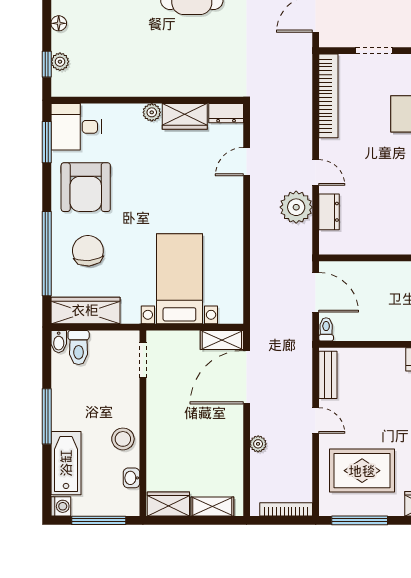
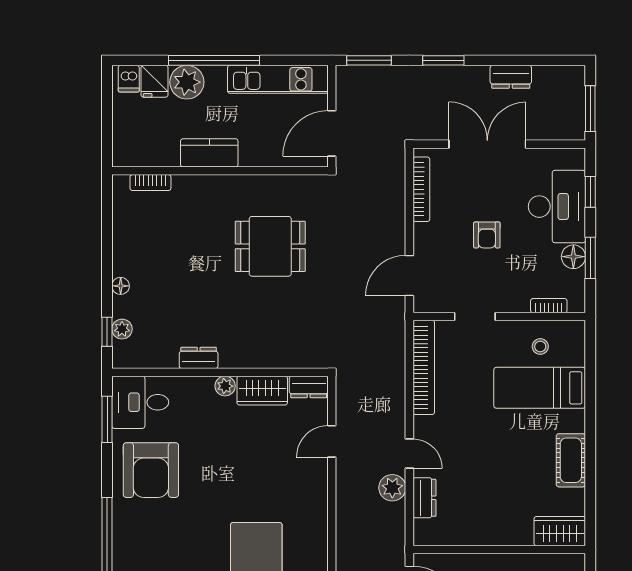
dresser: (128, 87) -> (199, 358), added
plant: (296, 207) -> (392, 488), width x0.73, depth x0.73
chair: (88, 251) -> (153, 542), removed

